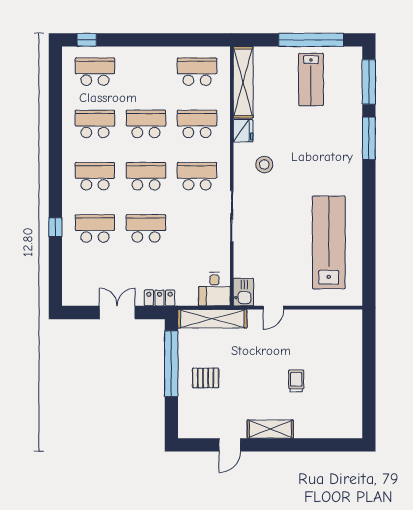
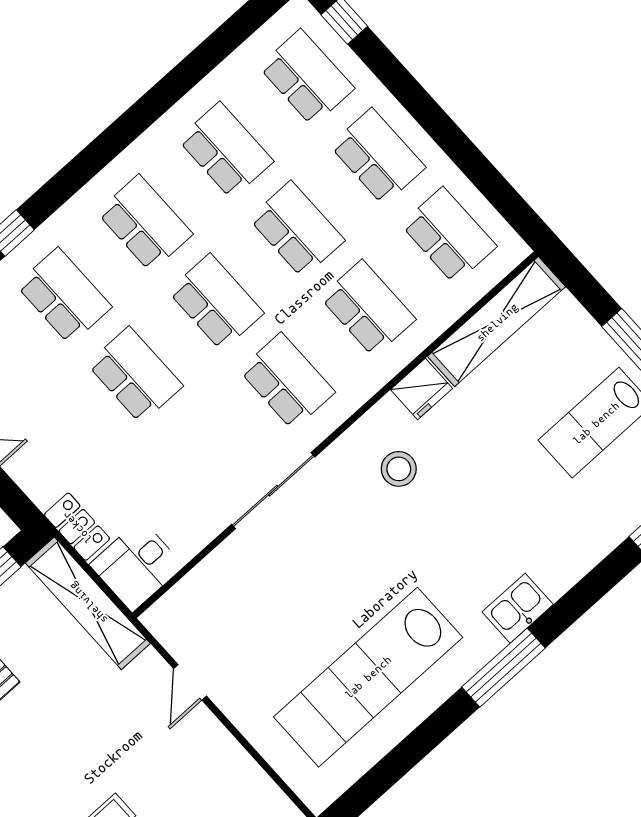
school desk: (146, 72) -> (378, 156), added
window: (369, 138) -> (503, 668), moved
lab bench: (329, 242) -> (368, 677), turned 180
kitchen sink: (243, 292) -> (518, 608), moved, turned 180
locker: (160, 298) -> (77, 527), moved
door: (273, 308) -> (190, 682), hinge flipped

